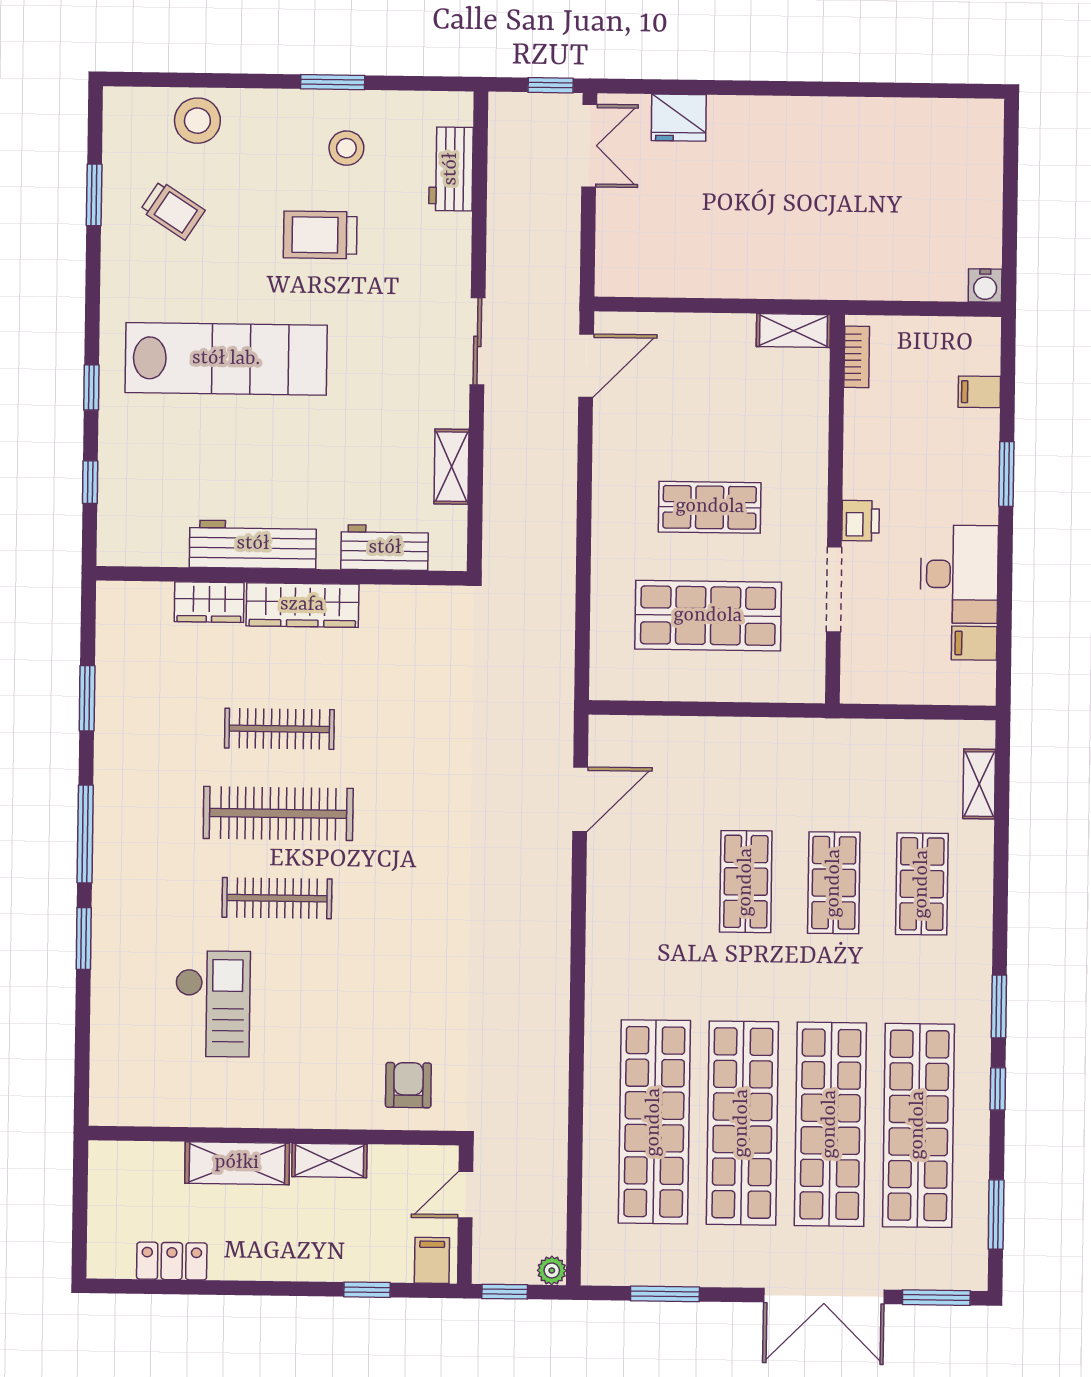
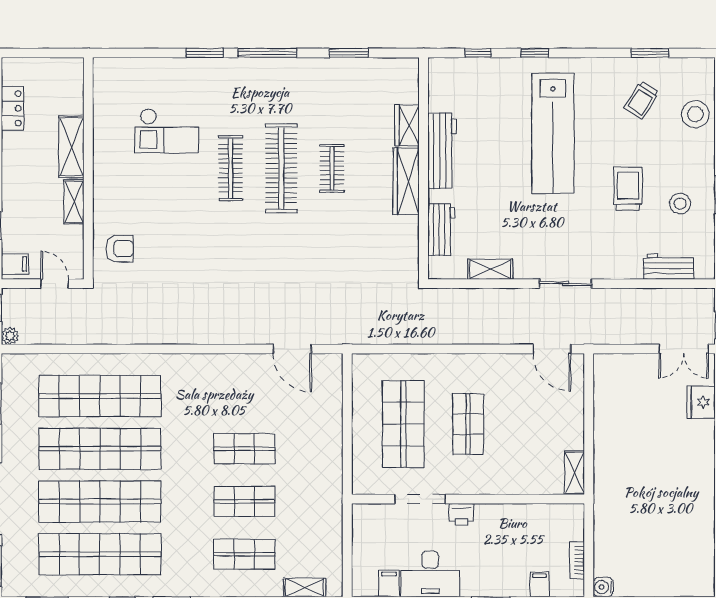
bookcase: (857, 357) -> (577, 560), moved, turned 90
clothes rail: (279, 729) -> (332, 168), width x0.73

